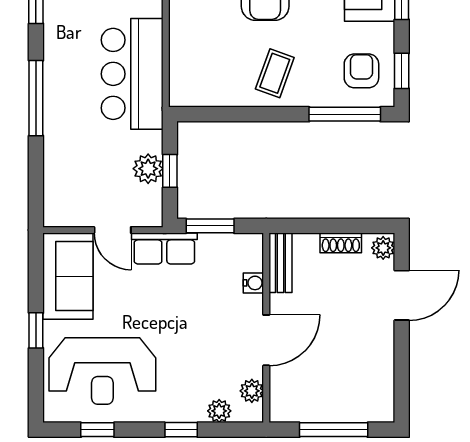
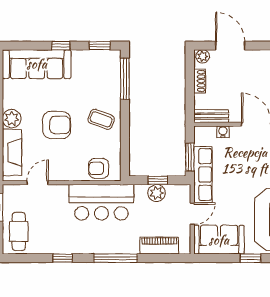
armchair: (361, 71) -> (99, 168), moved
piano: (58, 173) -> (159, 246), added
row of seats: (164, 248) -> (203, 174), width x1.48

